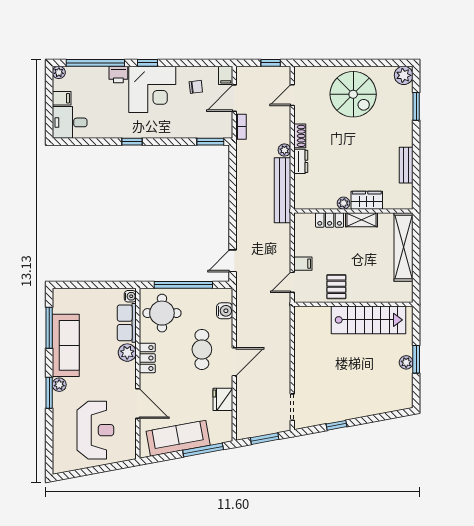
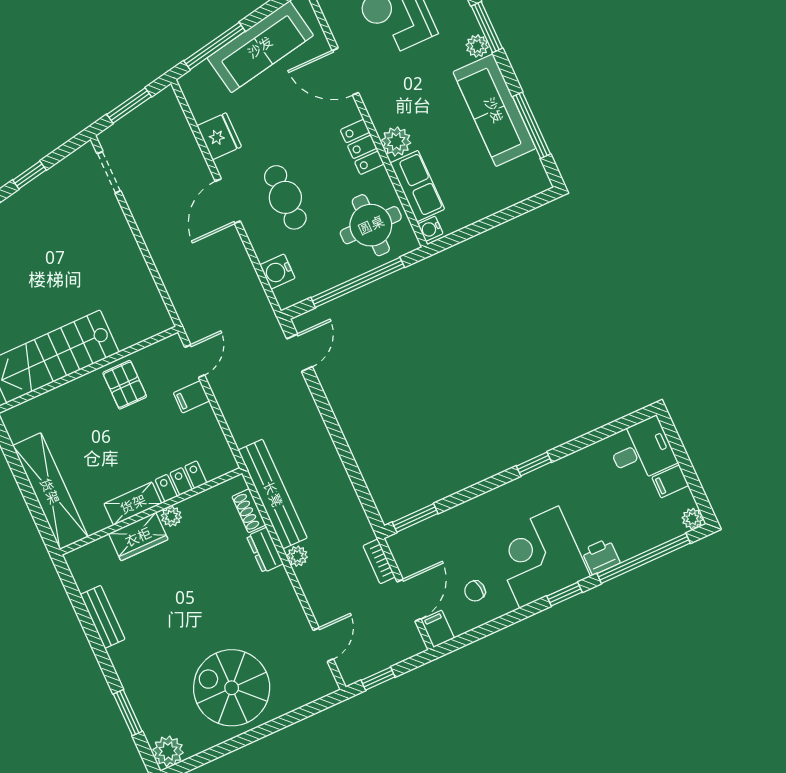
shoe rack: (300, 136) -> (249, 511), moved

